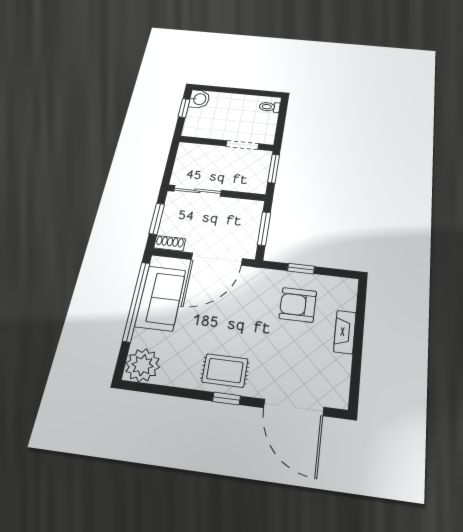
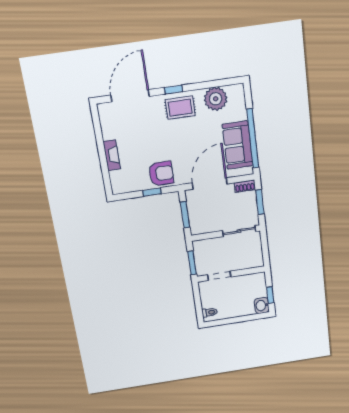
armchair: (298, 305) -> (161, 173), moved
plant: (143, 365) -> (216, 99), moved
door: (294, 407) -> (130, 96), hinge flipped

